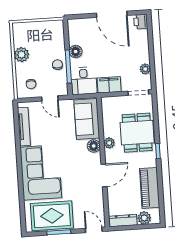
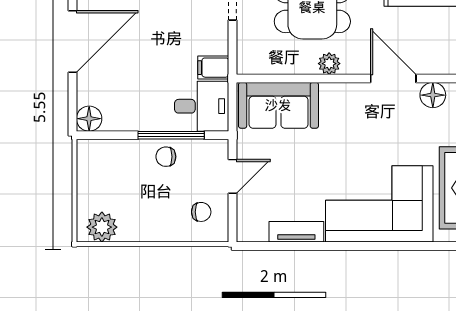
floor lamp: (76, 52) -> (89, 119), moved
plant: (22, 55) -> (102, 227), moved
filing cabinet: (109, 85) -> (213, 68), width x0.50
tv unit: (24, 127) -> (296, 232), width x0.71
floor lamp: (94, 146) -> (433, 95), moved

